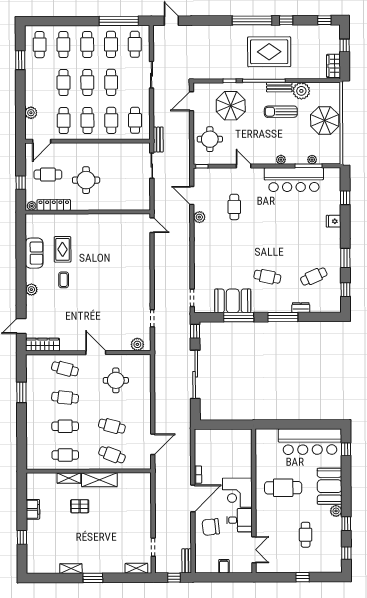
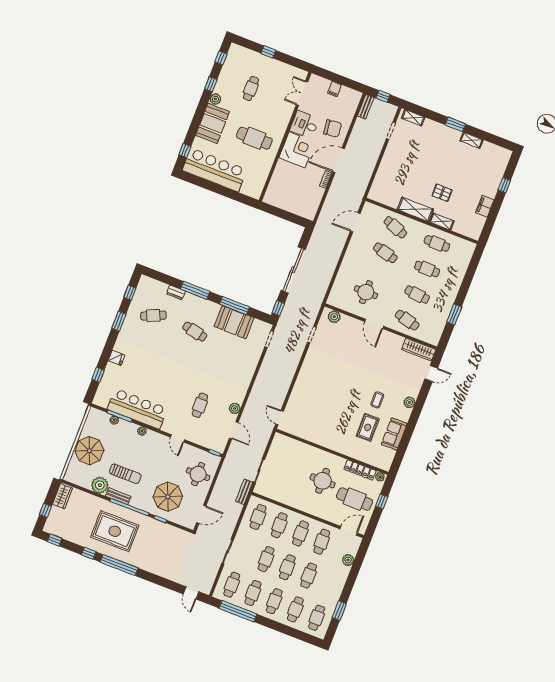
cafe table: (48, 175) -> (355, 499), width x1.37, depth x1.35

